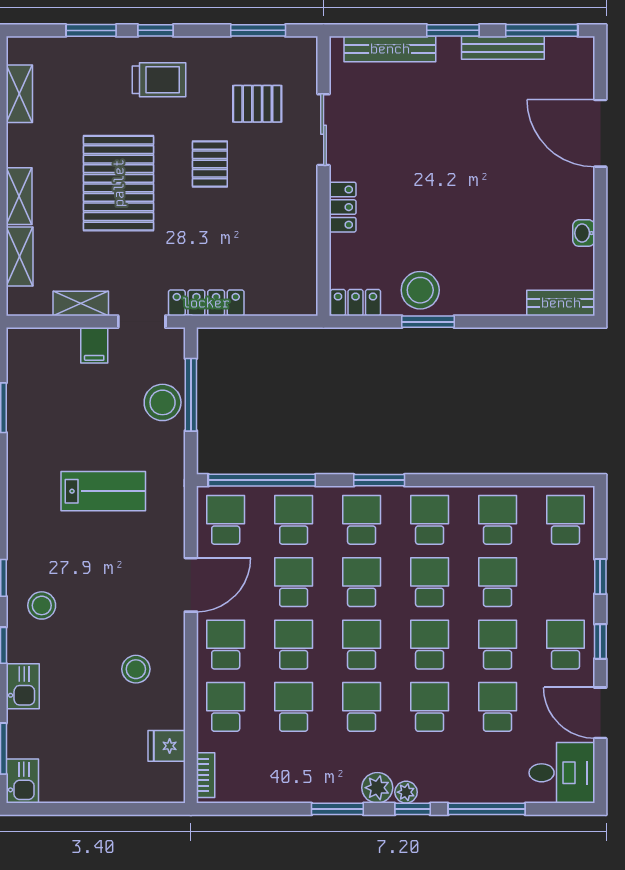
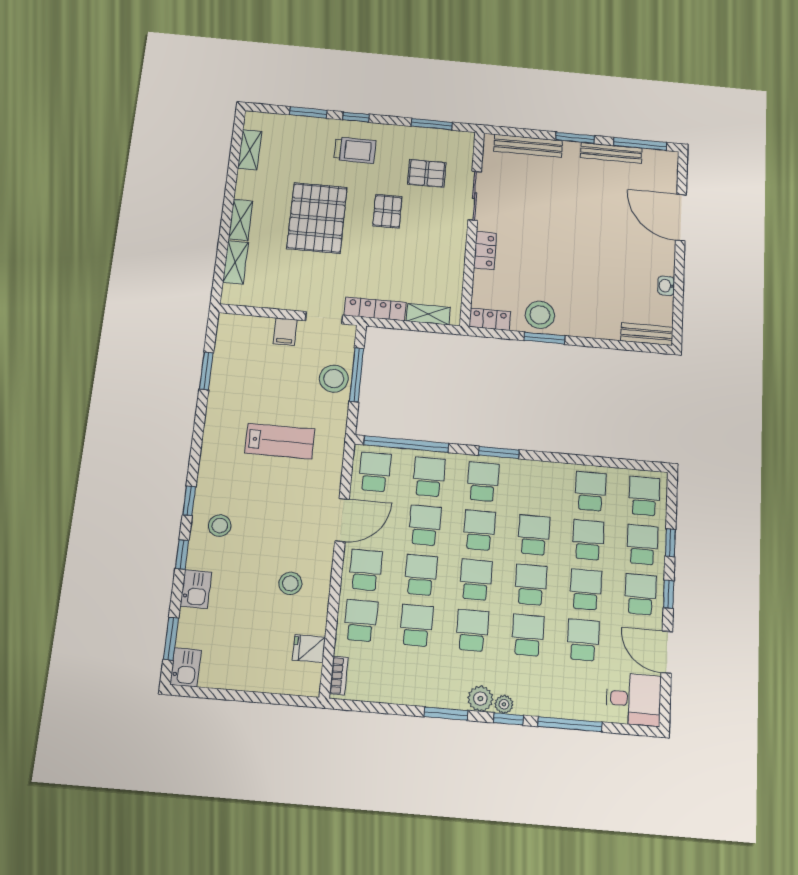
shelving: (81, 303) -> (428, 314), moved
school desk: (430, 520) -> (642, 545), moved

